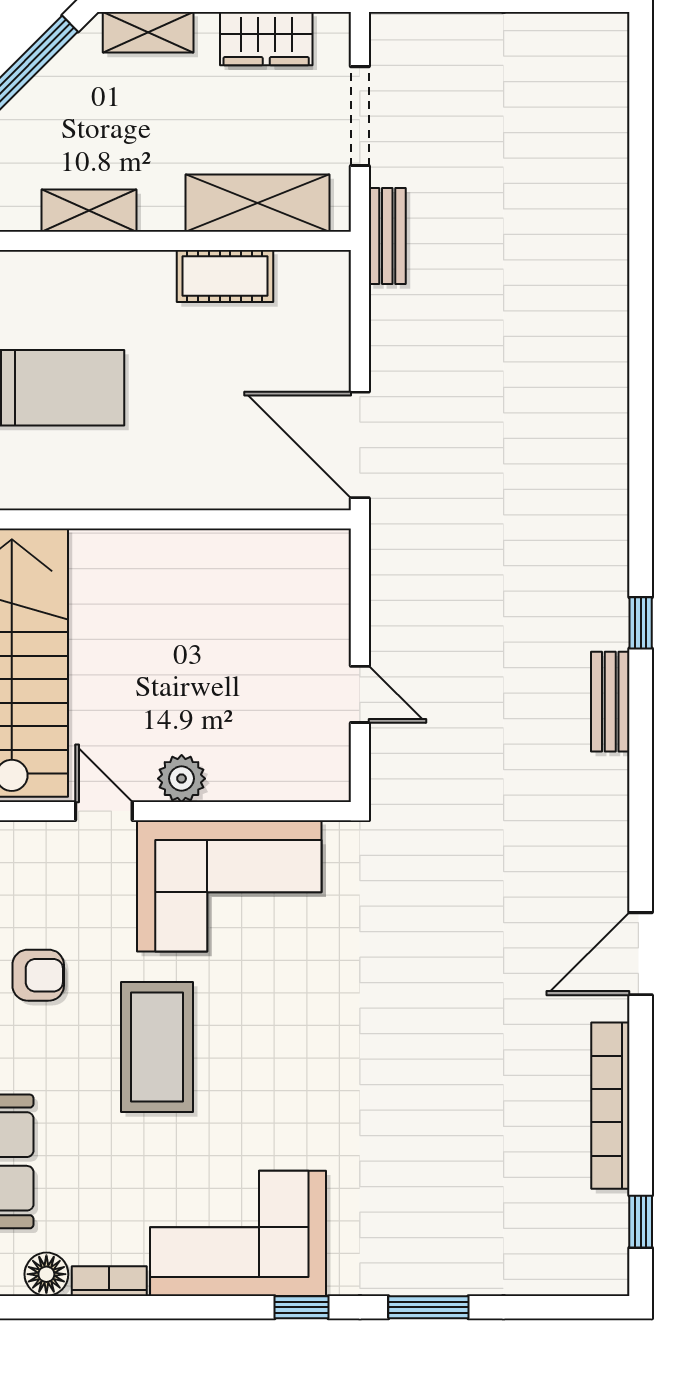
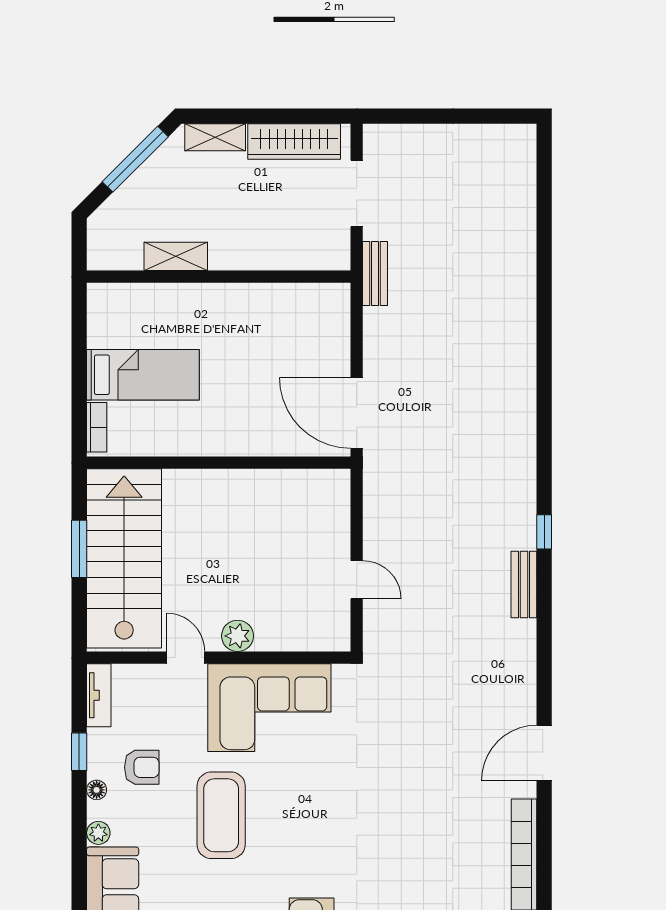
wardrobe: (266, 39) -> (294, 142), width x1.50
shelving: (257, 203) -> (288, 251), removed
cot: (225, 276) -> (267, 300), removed

